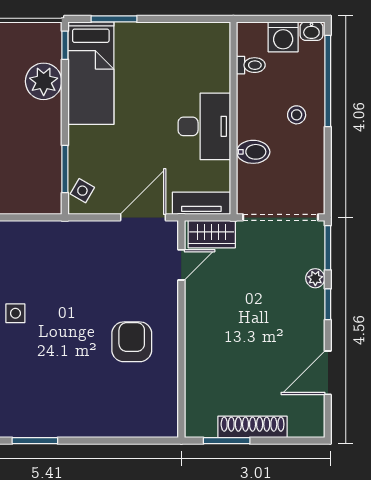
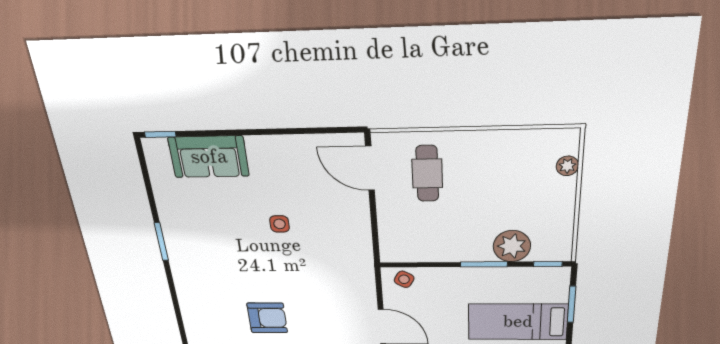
bed: (91, 73) -> (518, 322), moved
window: (65, 169) -> (484, 264), moved

